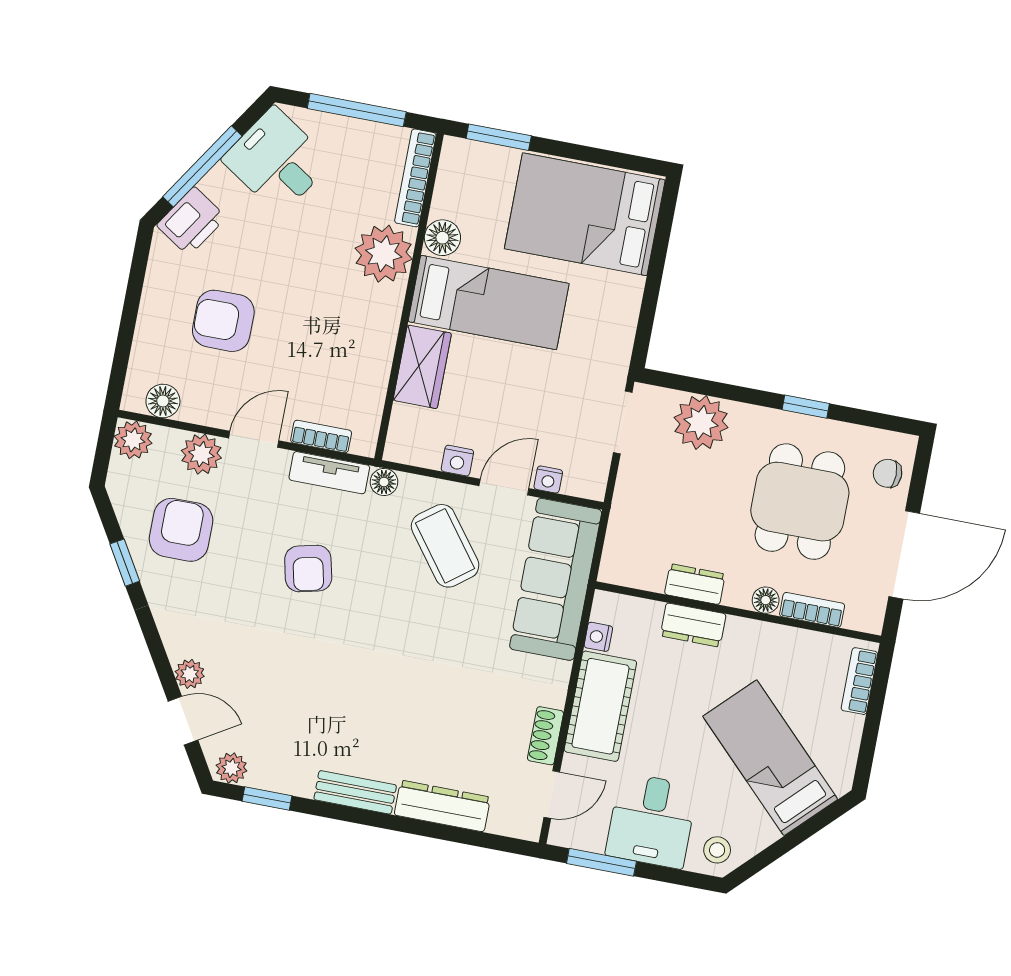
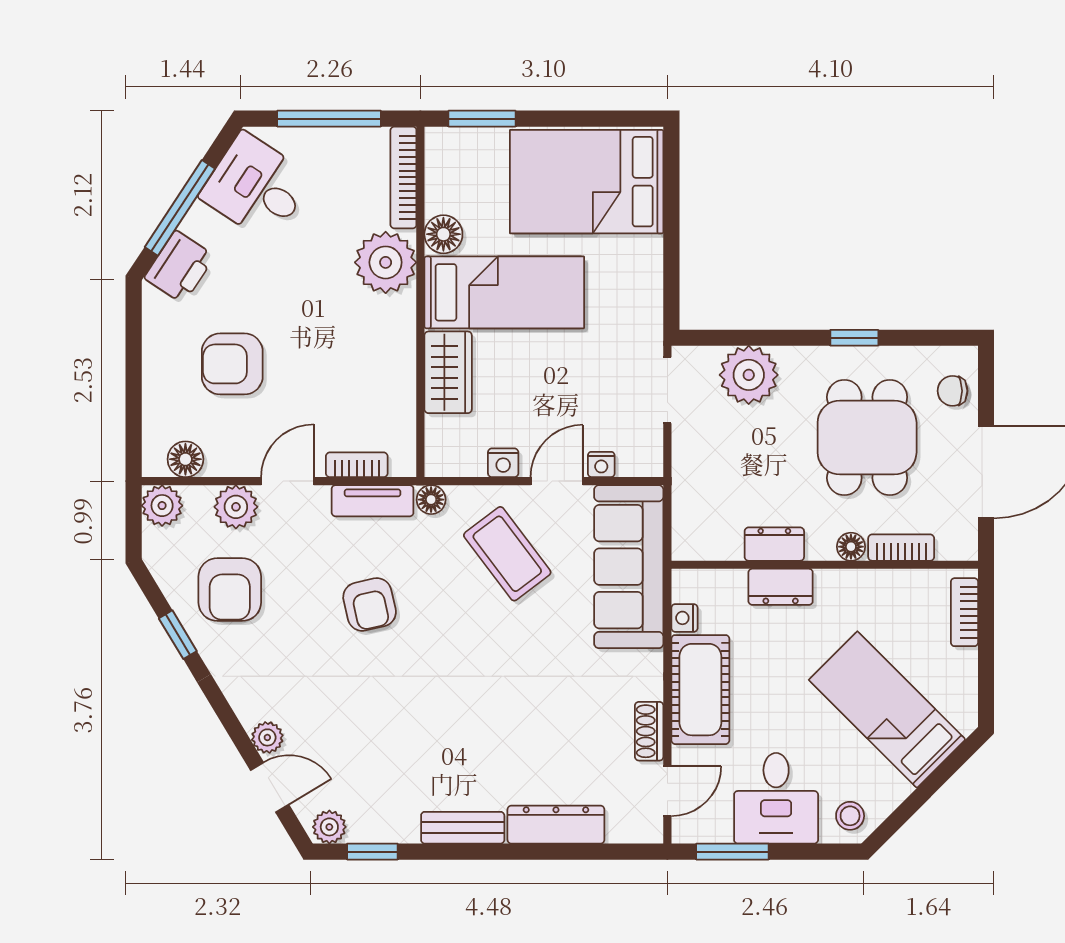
armchair: (181, 530) -> (230, 590), turned 180

